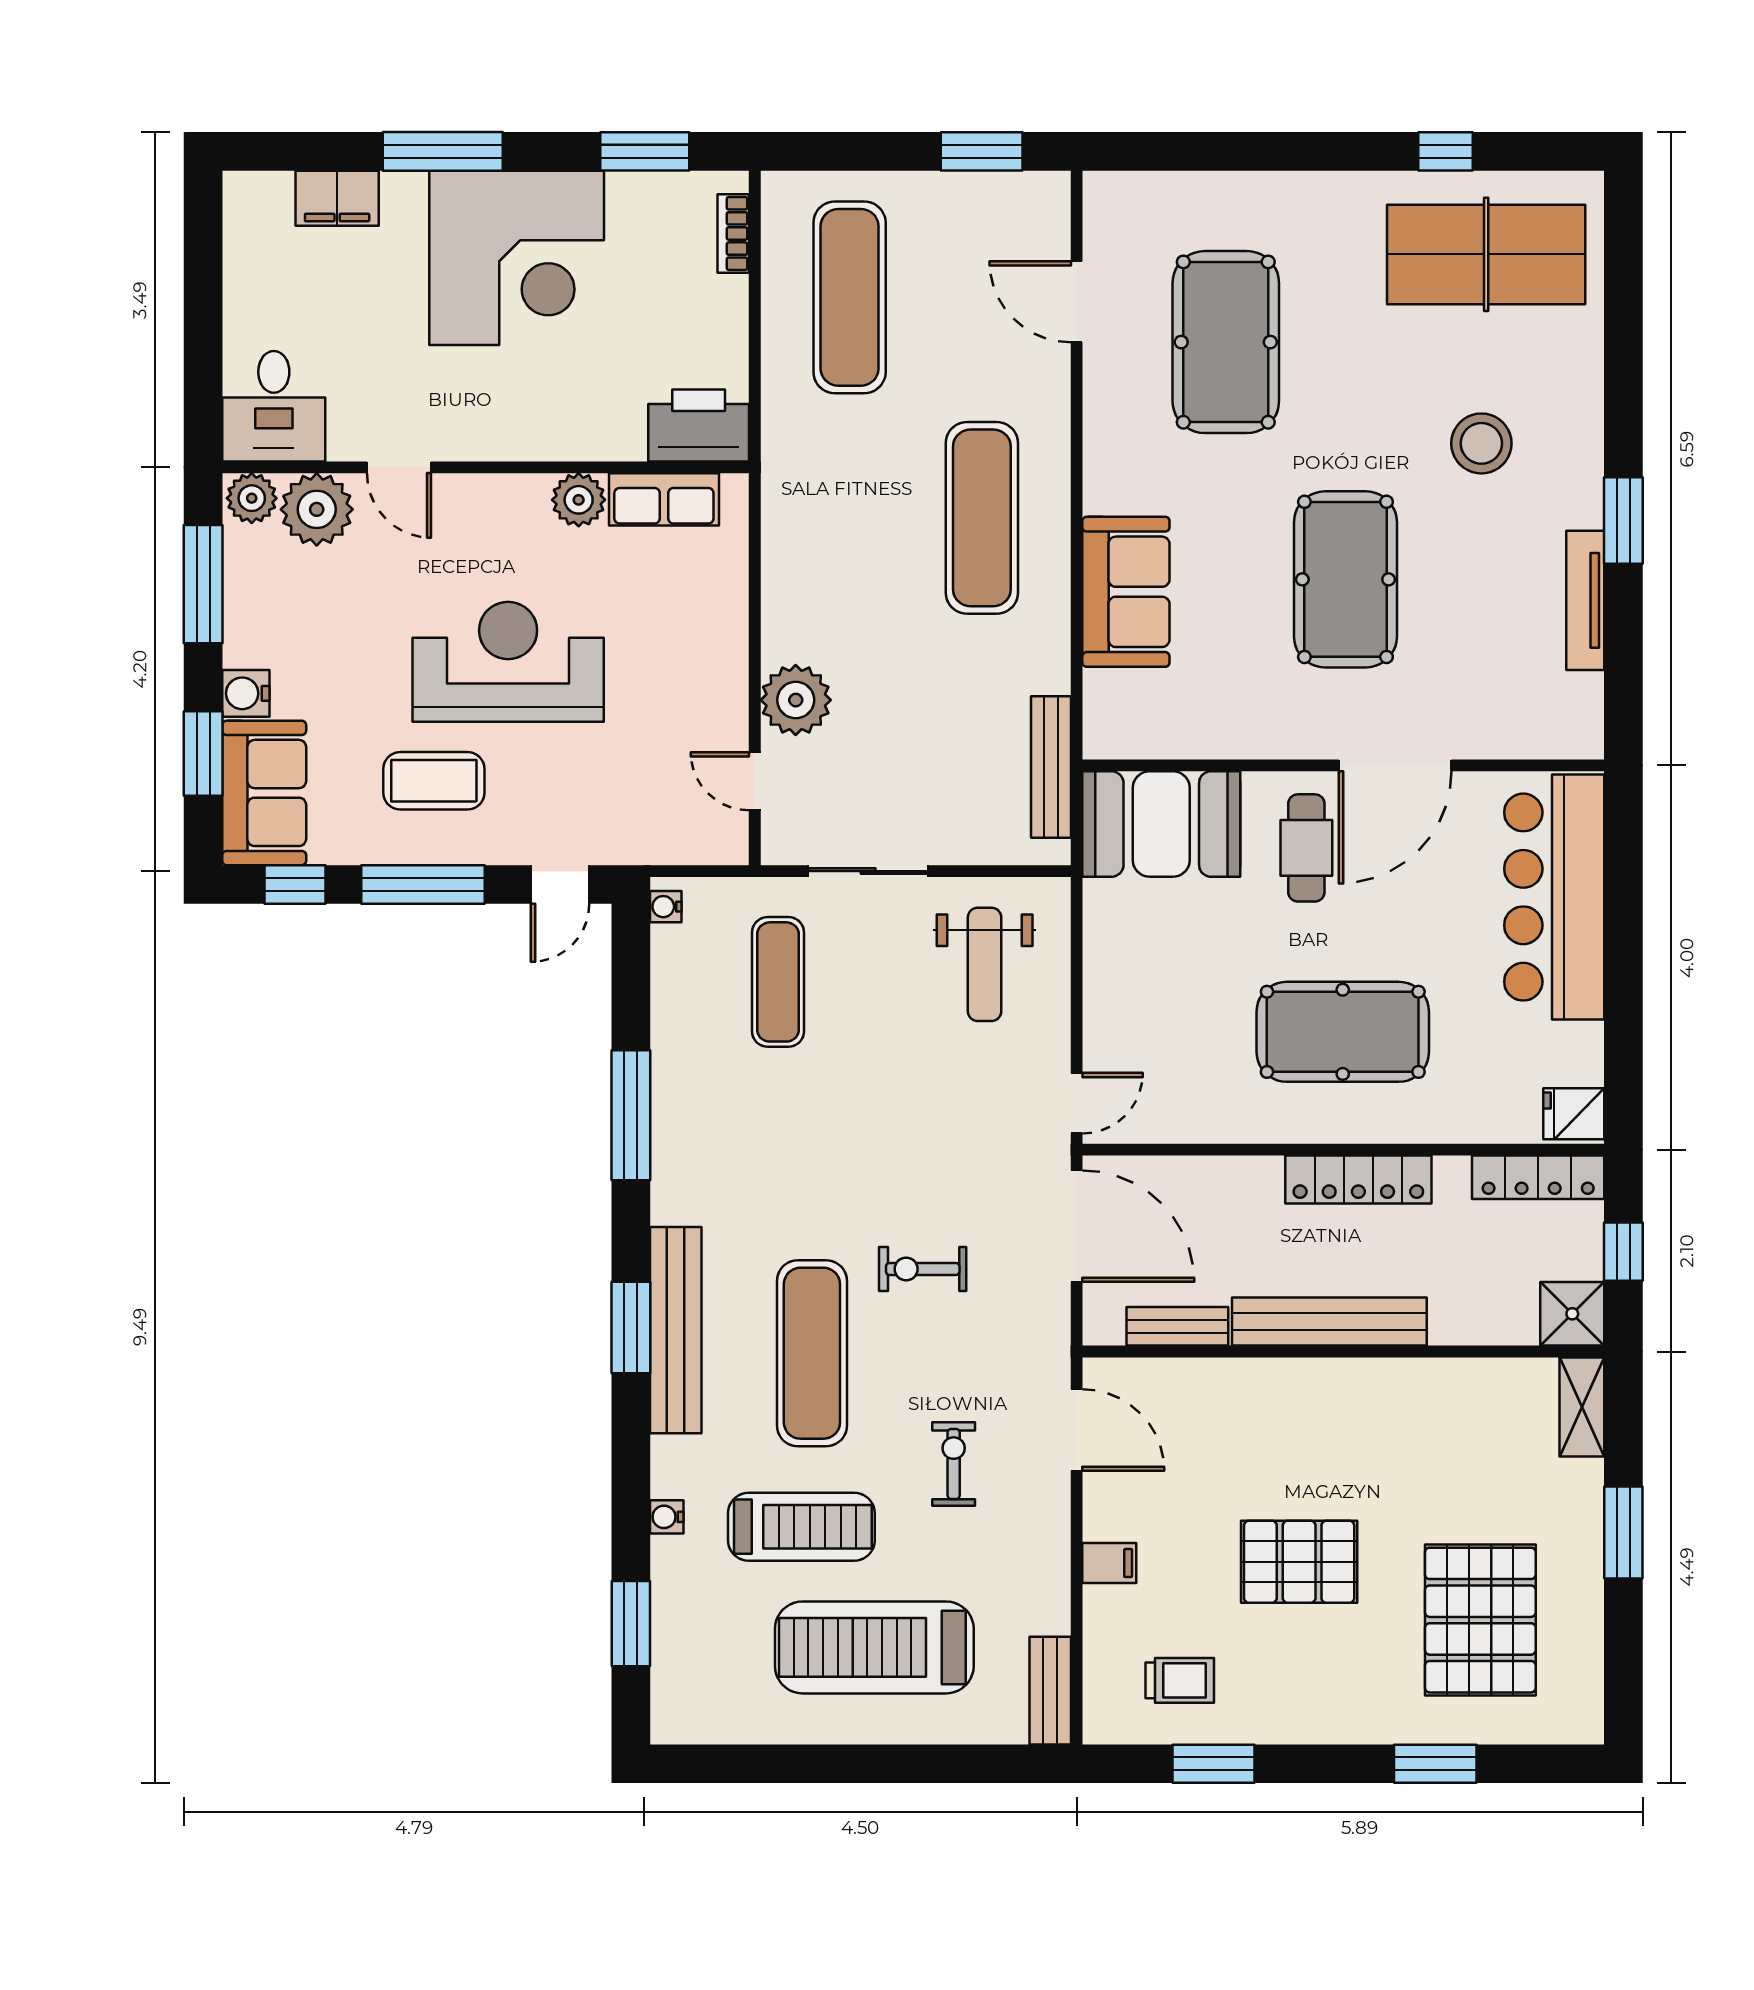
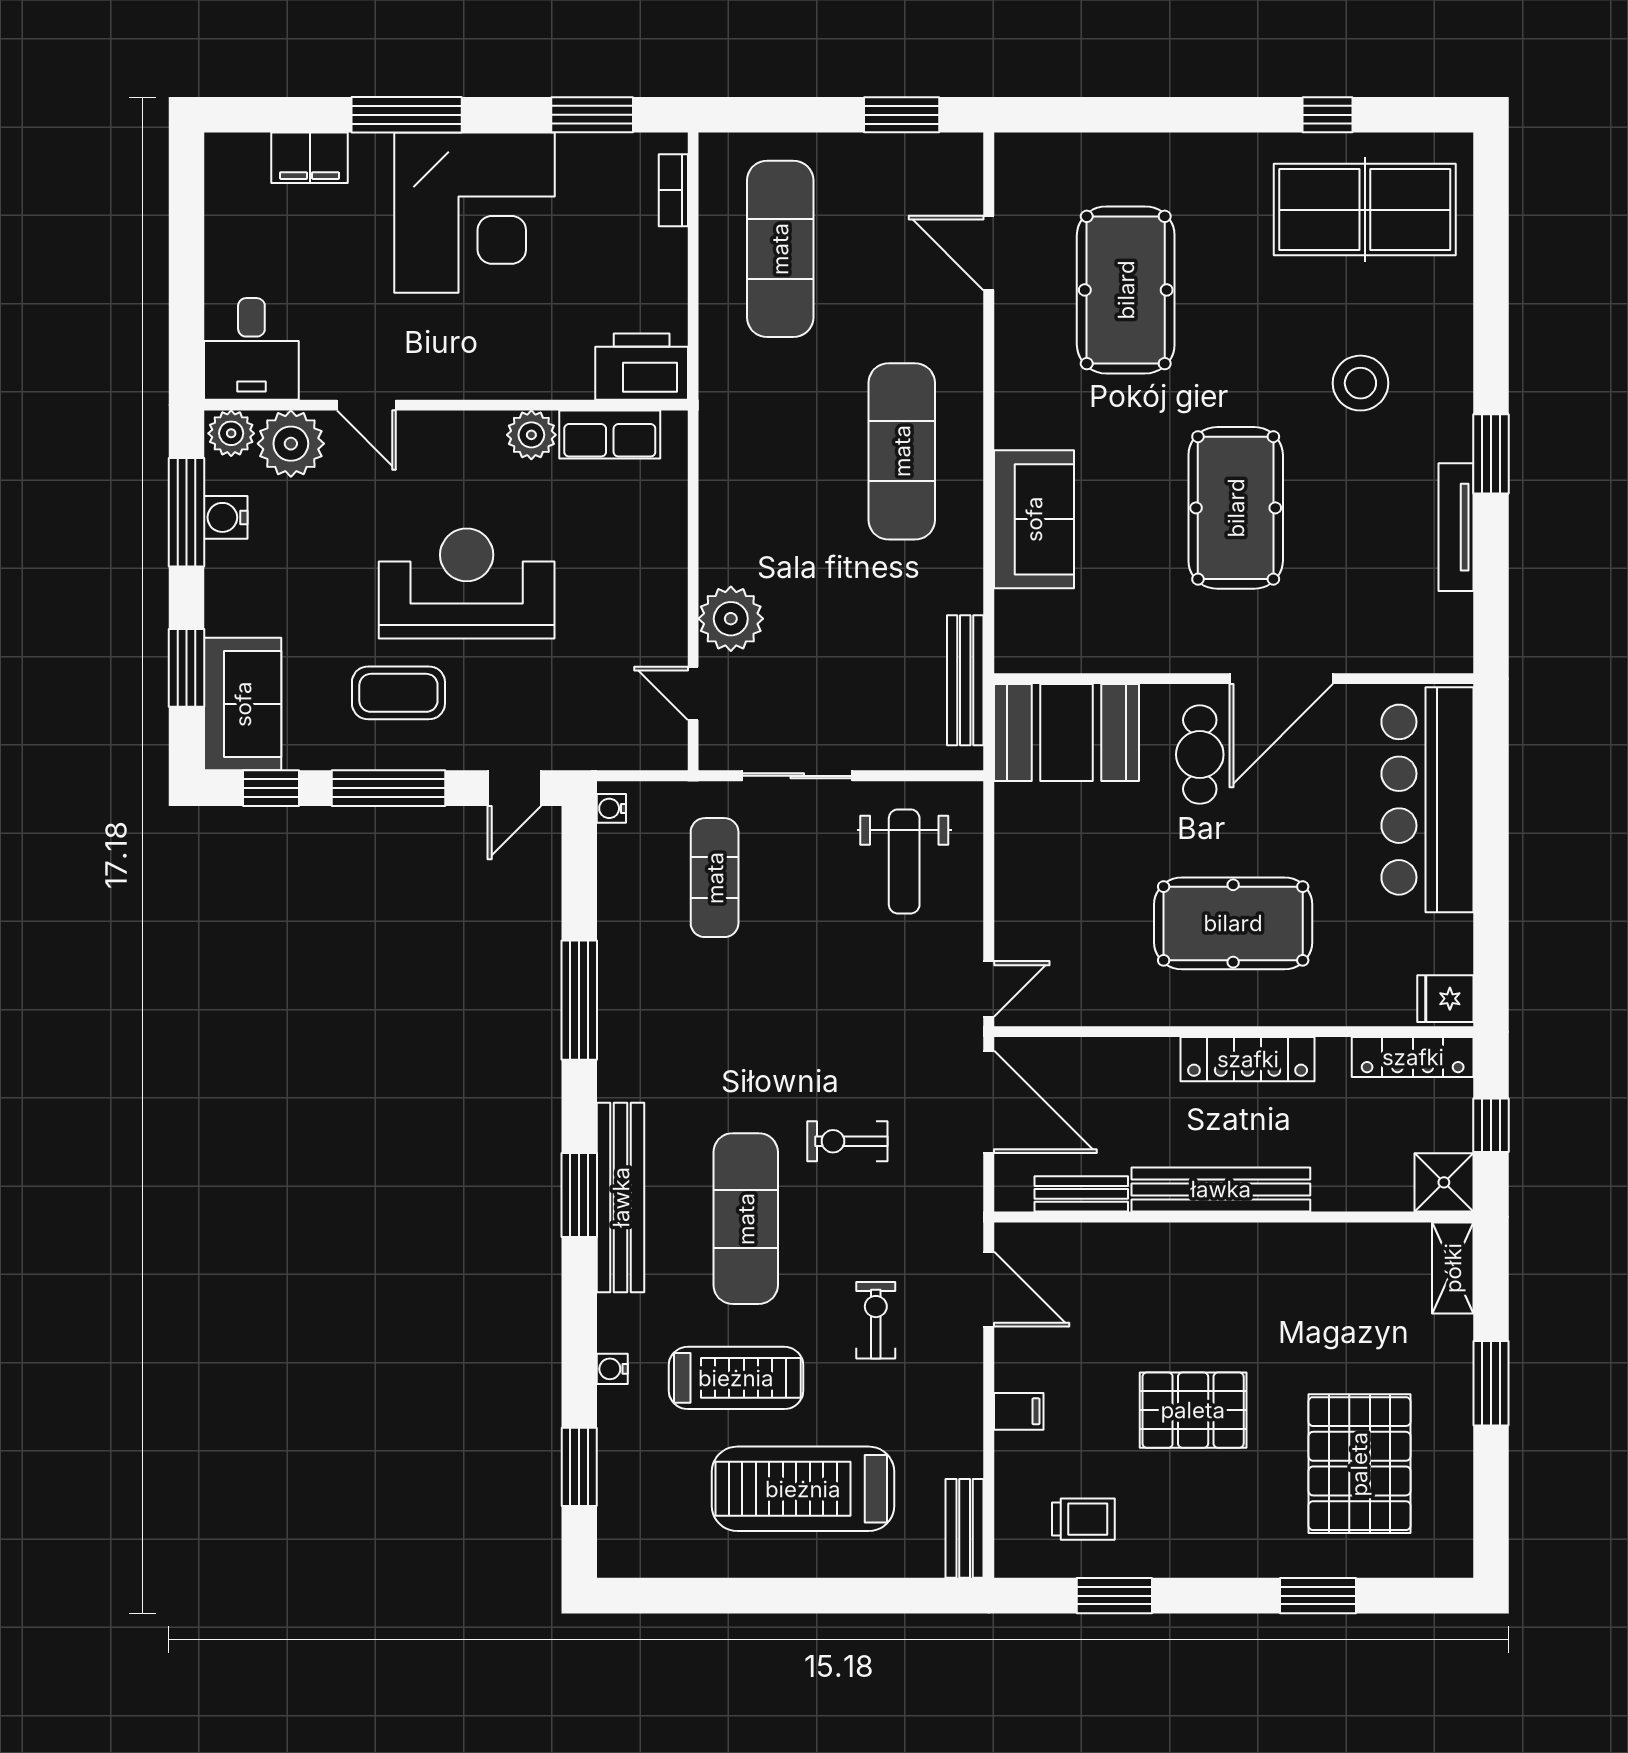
water cooler: (246, 693) -> (226, 517), moved

